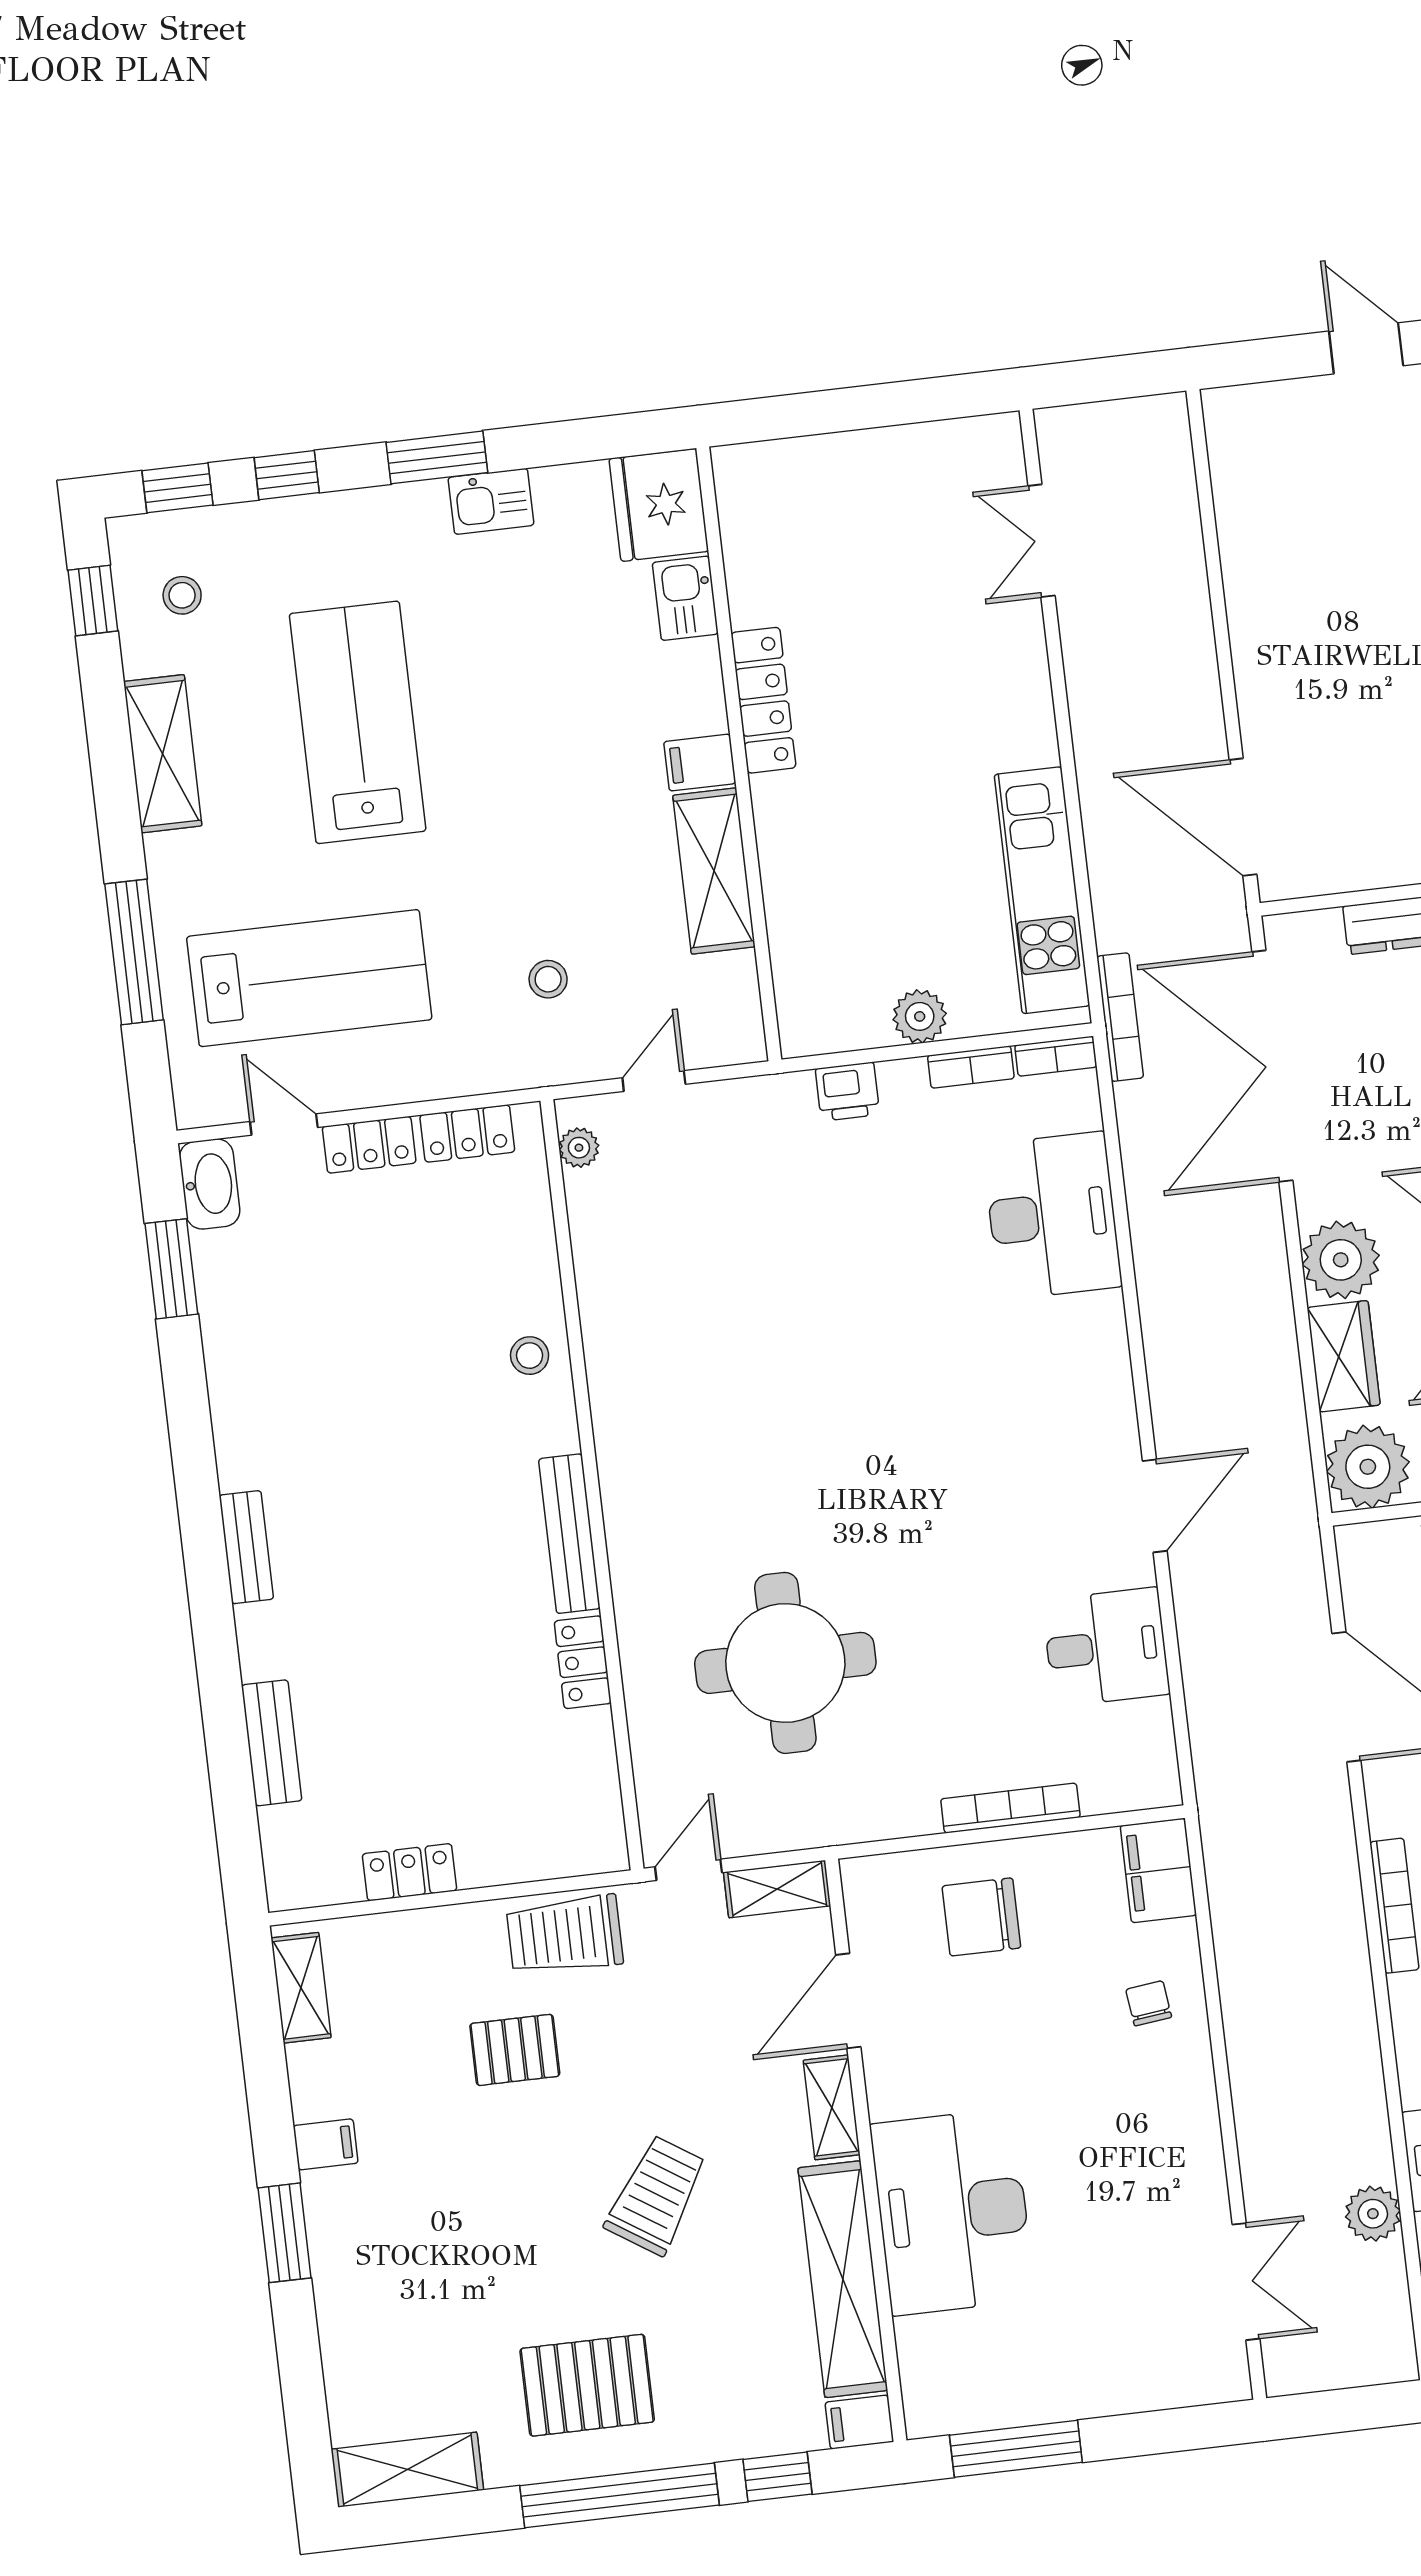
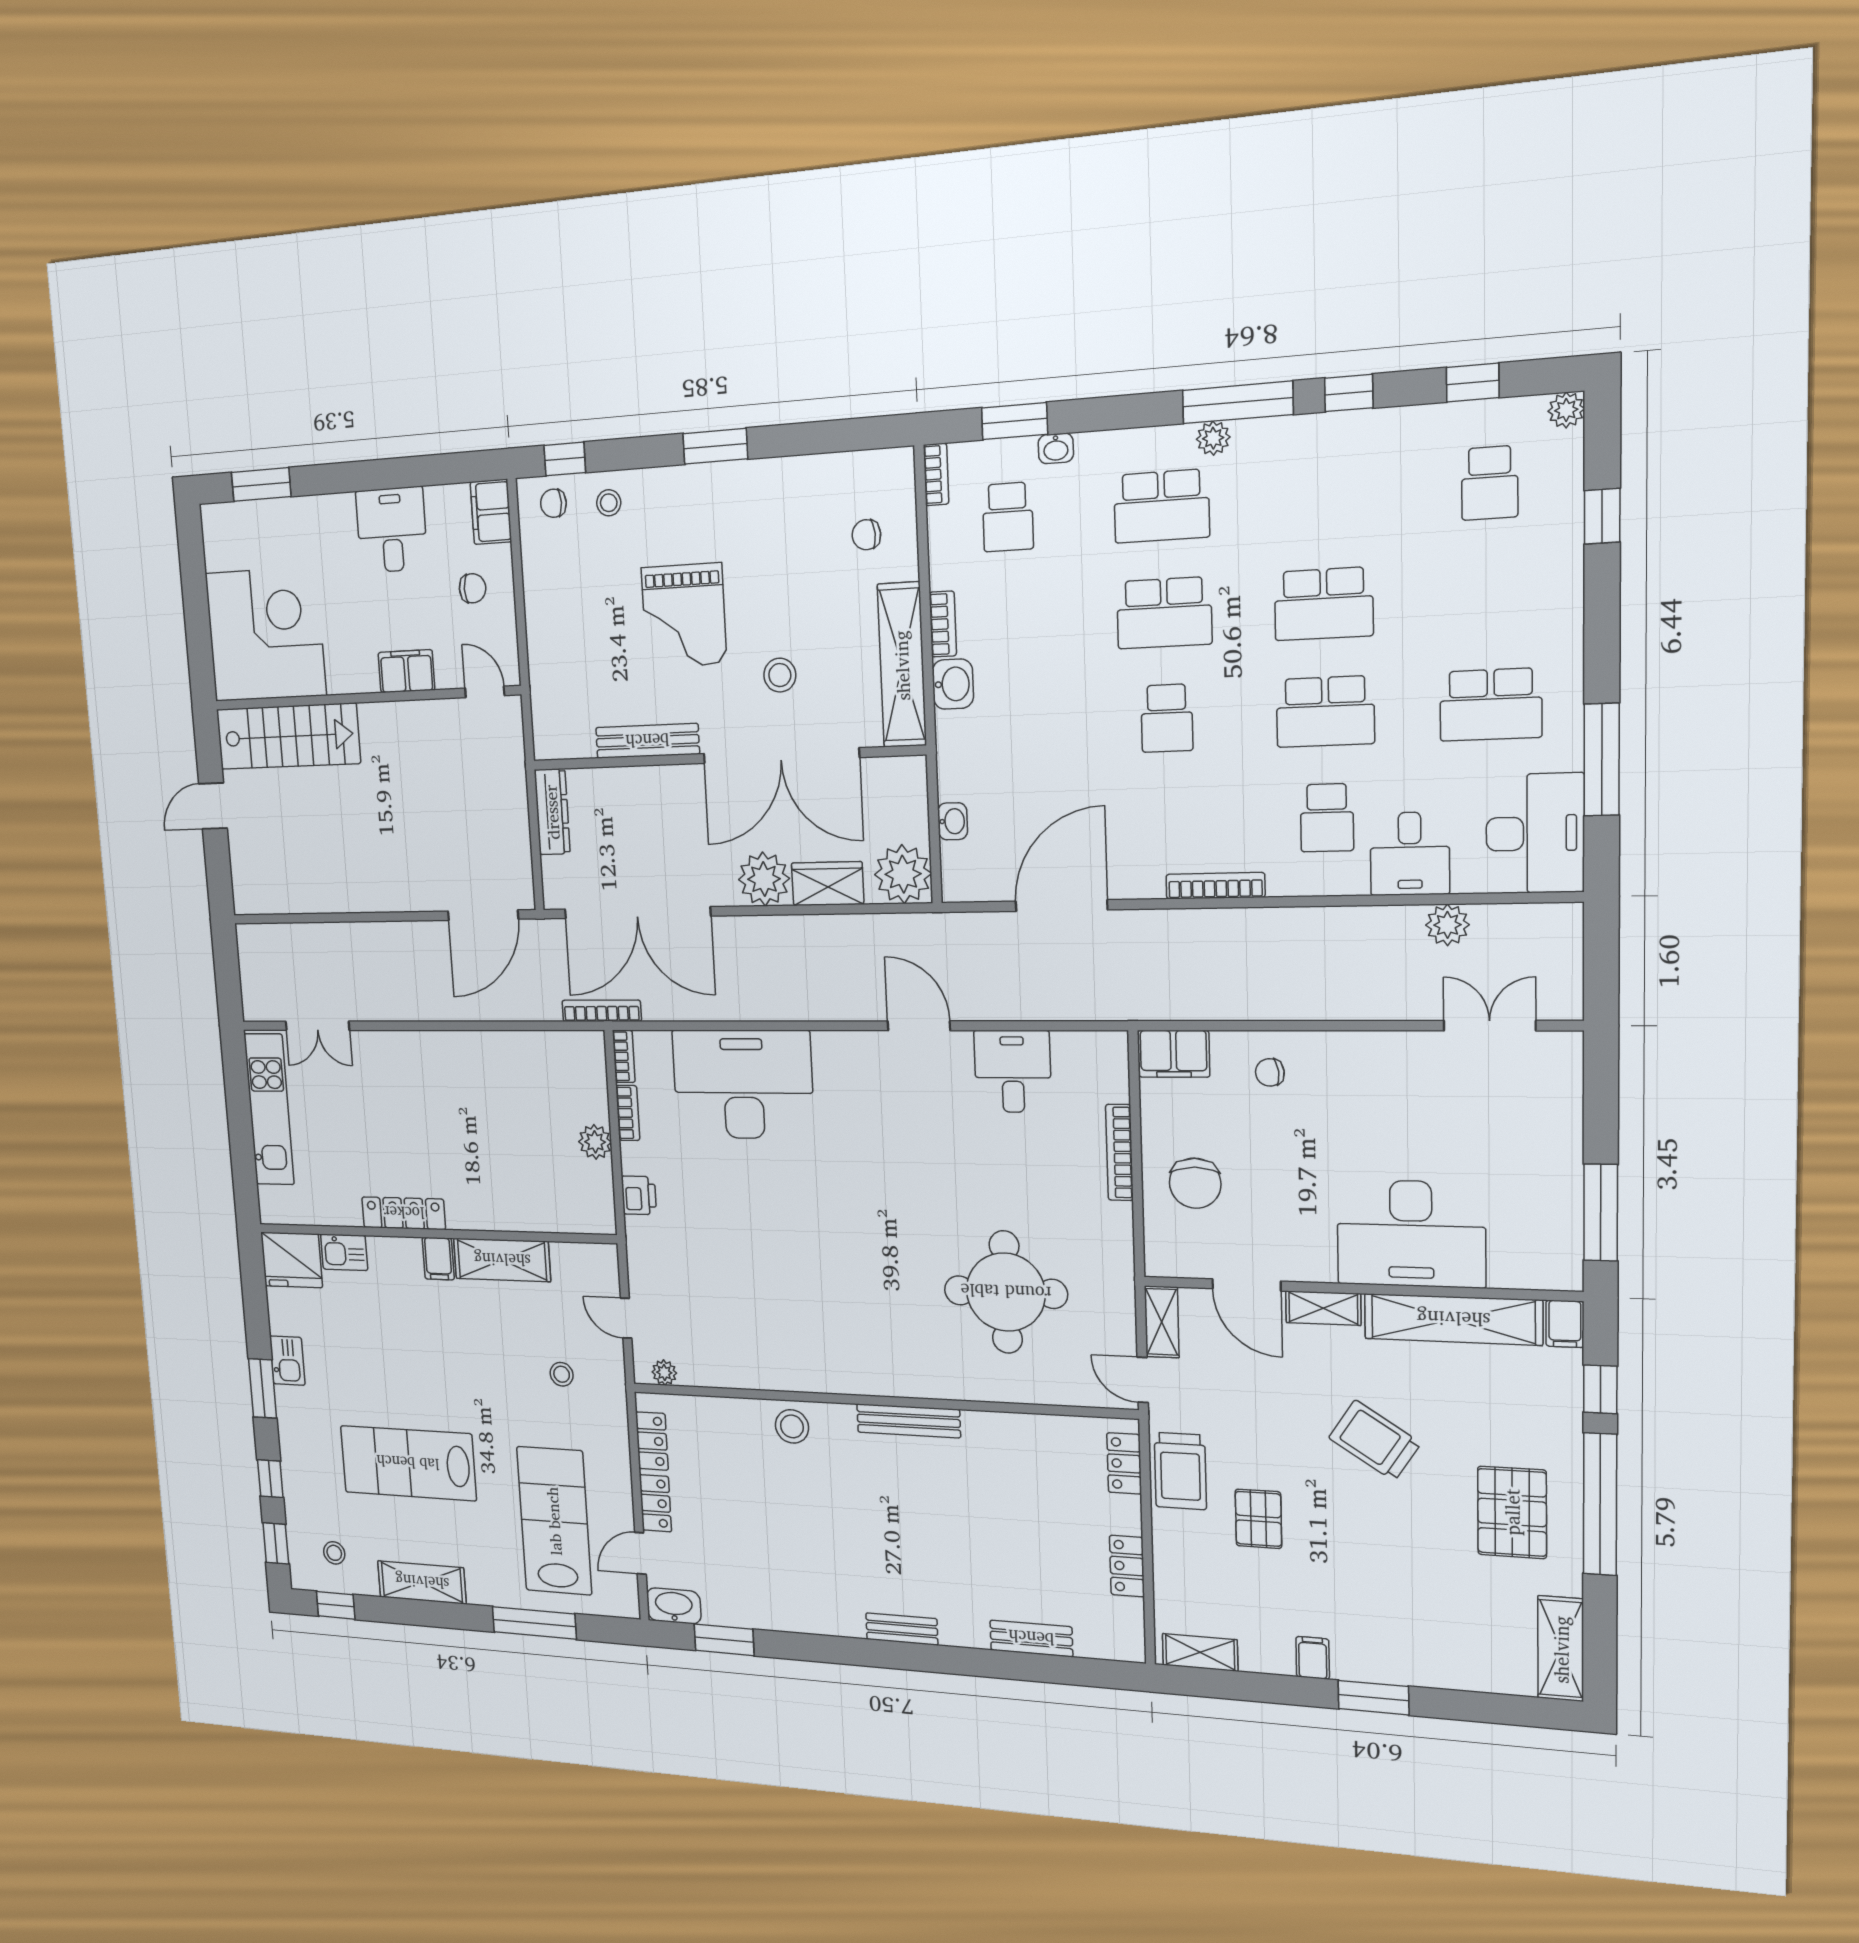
kitchen unit: (1042, 890) -> (269, 1109), moved, turned -90
desk: (1052, 1216) -> (743, 1084), width x1.36, depth x1.30
stool: (530, 1356) -> (792, 1426), width x1.37, depth x1.37
locker: (583, 1662) -> (1124, 1463), moved, turned 90

